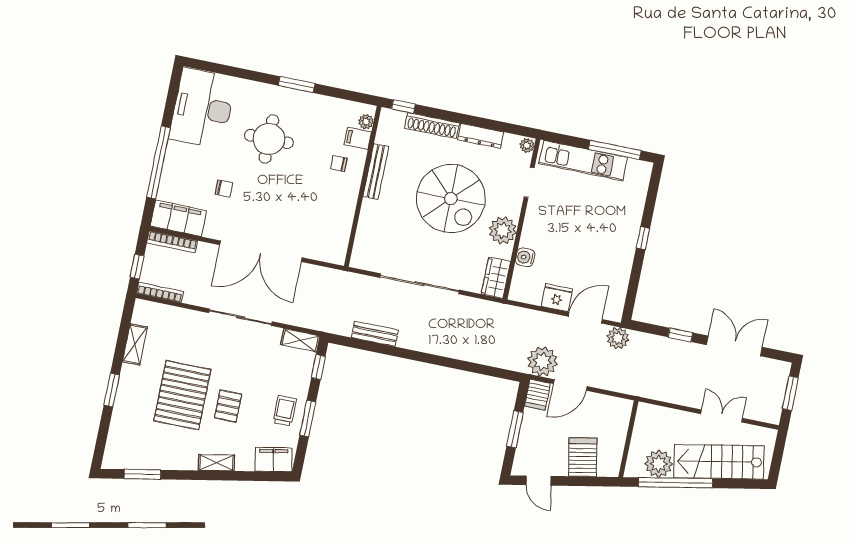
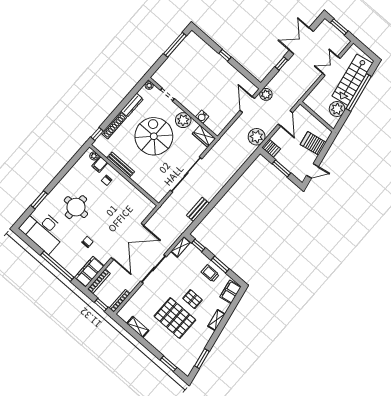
window: (297, 85) -> (39, 200), moved
kitchen unit: (583, 161) -> (172, 63), removed
spiral stairs: (451, 199) -> (154, 136), turned -90
fridge: (557, 298) -> (230, 113), removed
door: (570, 385) -> (285, 118), moved
window: (112, 390) -> (168, 364), moved
window: (675, 483) -> (359, 92), moved

